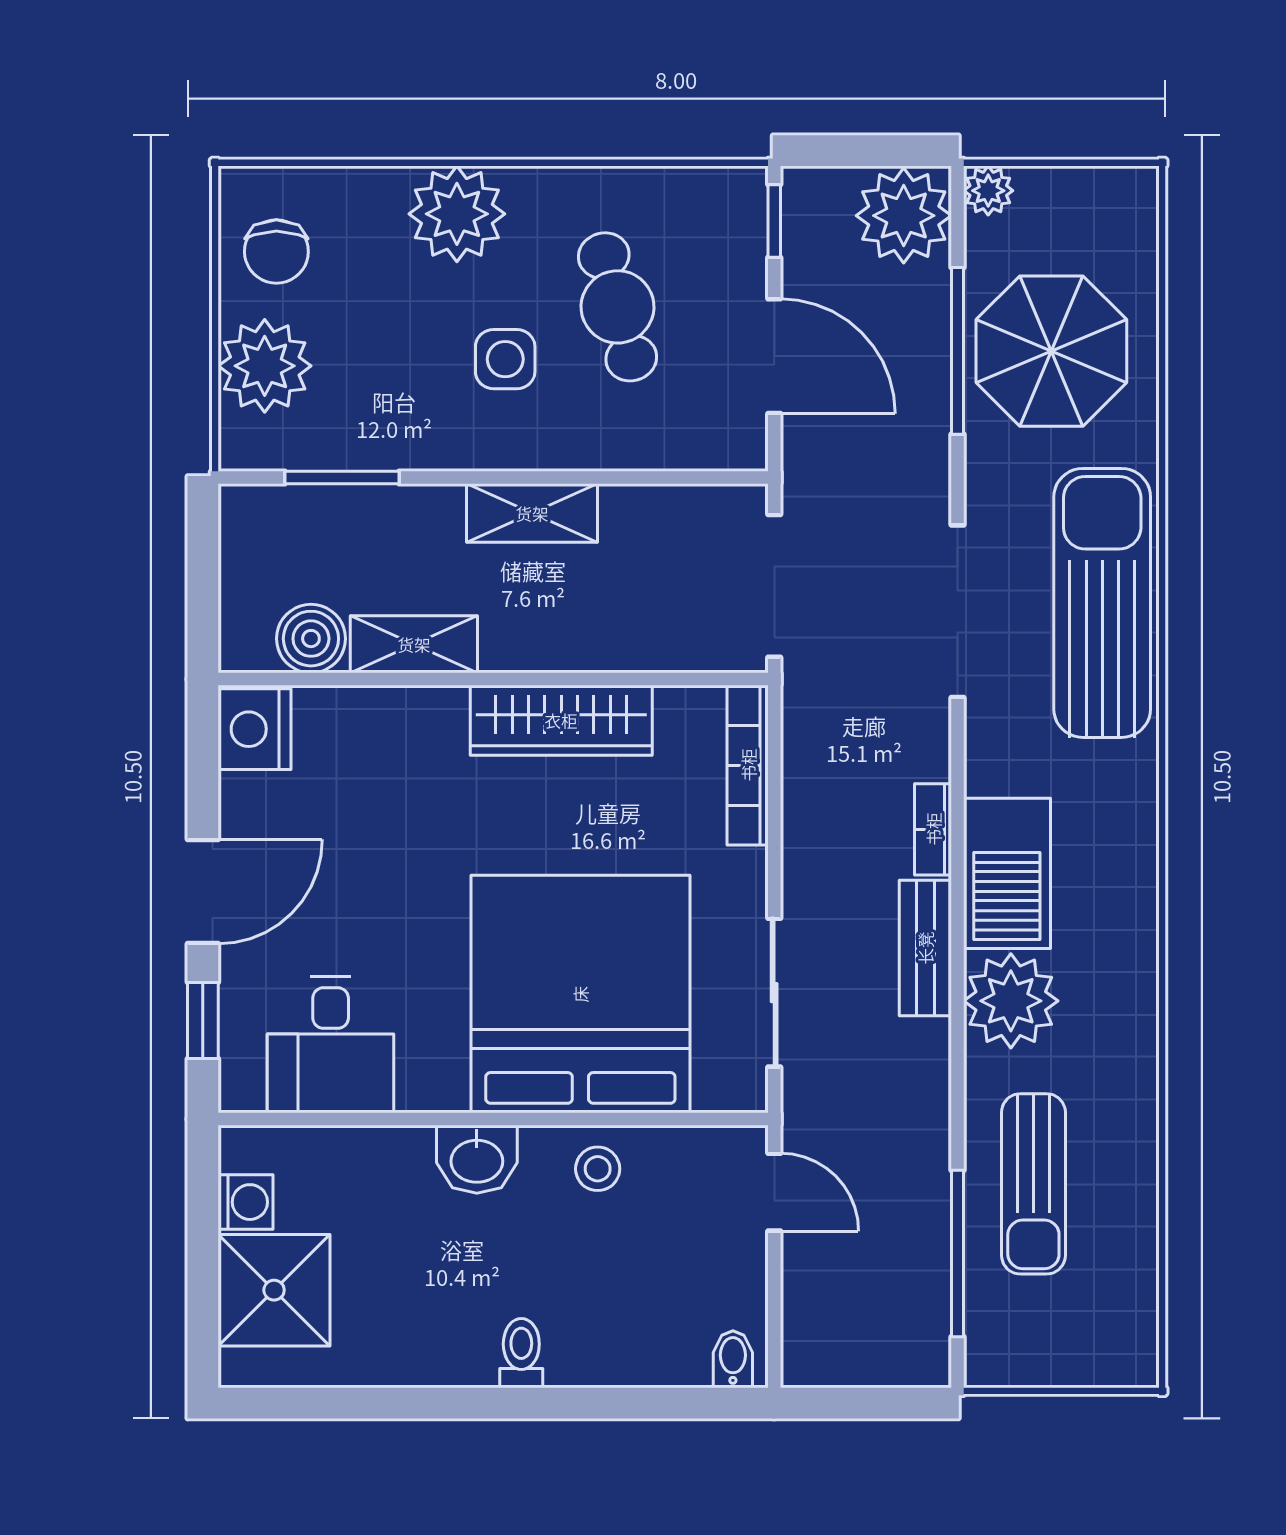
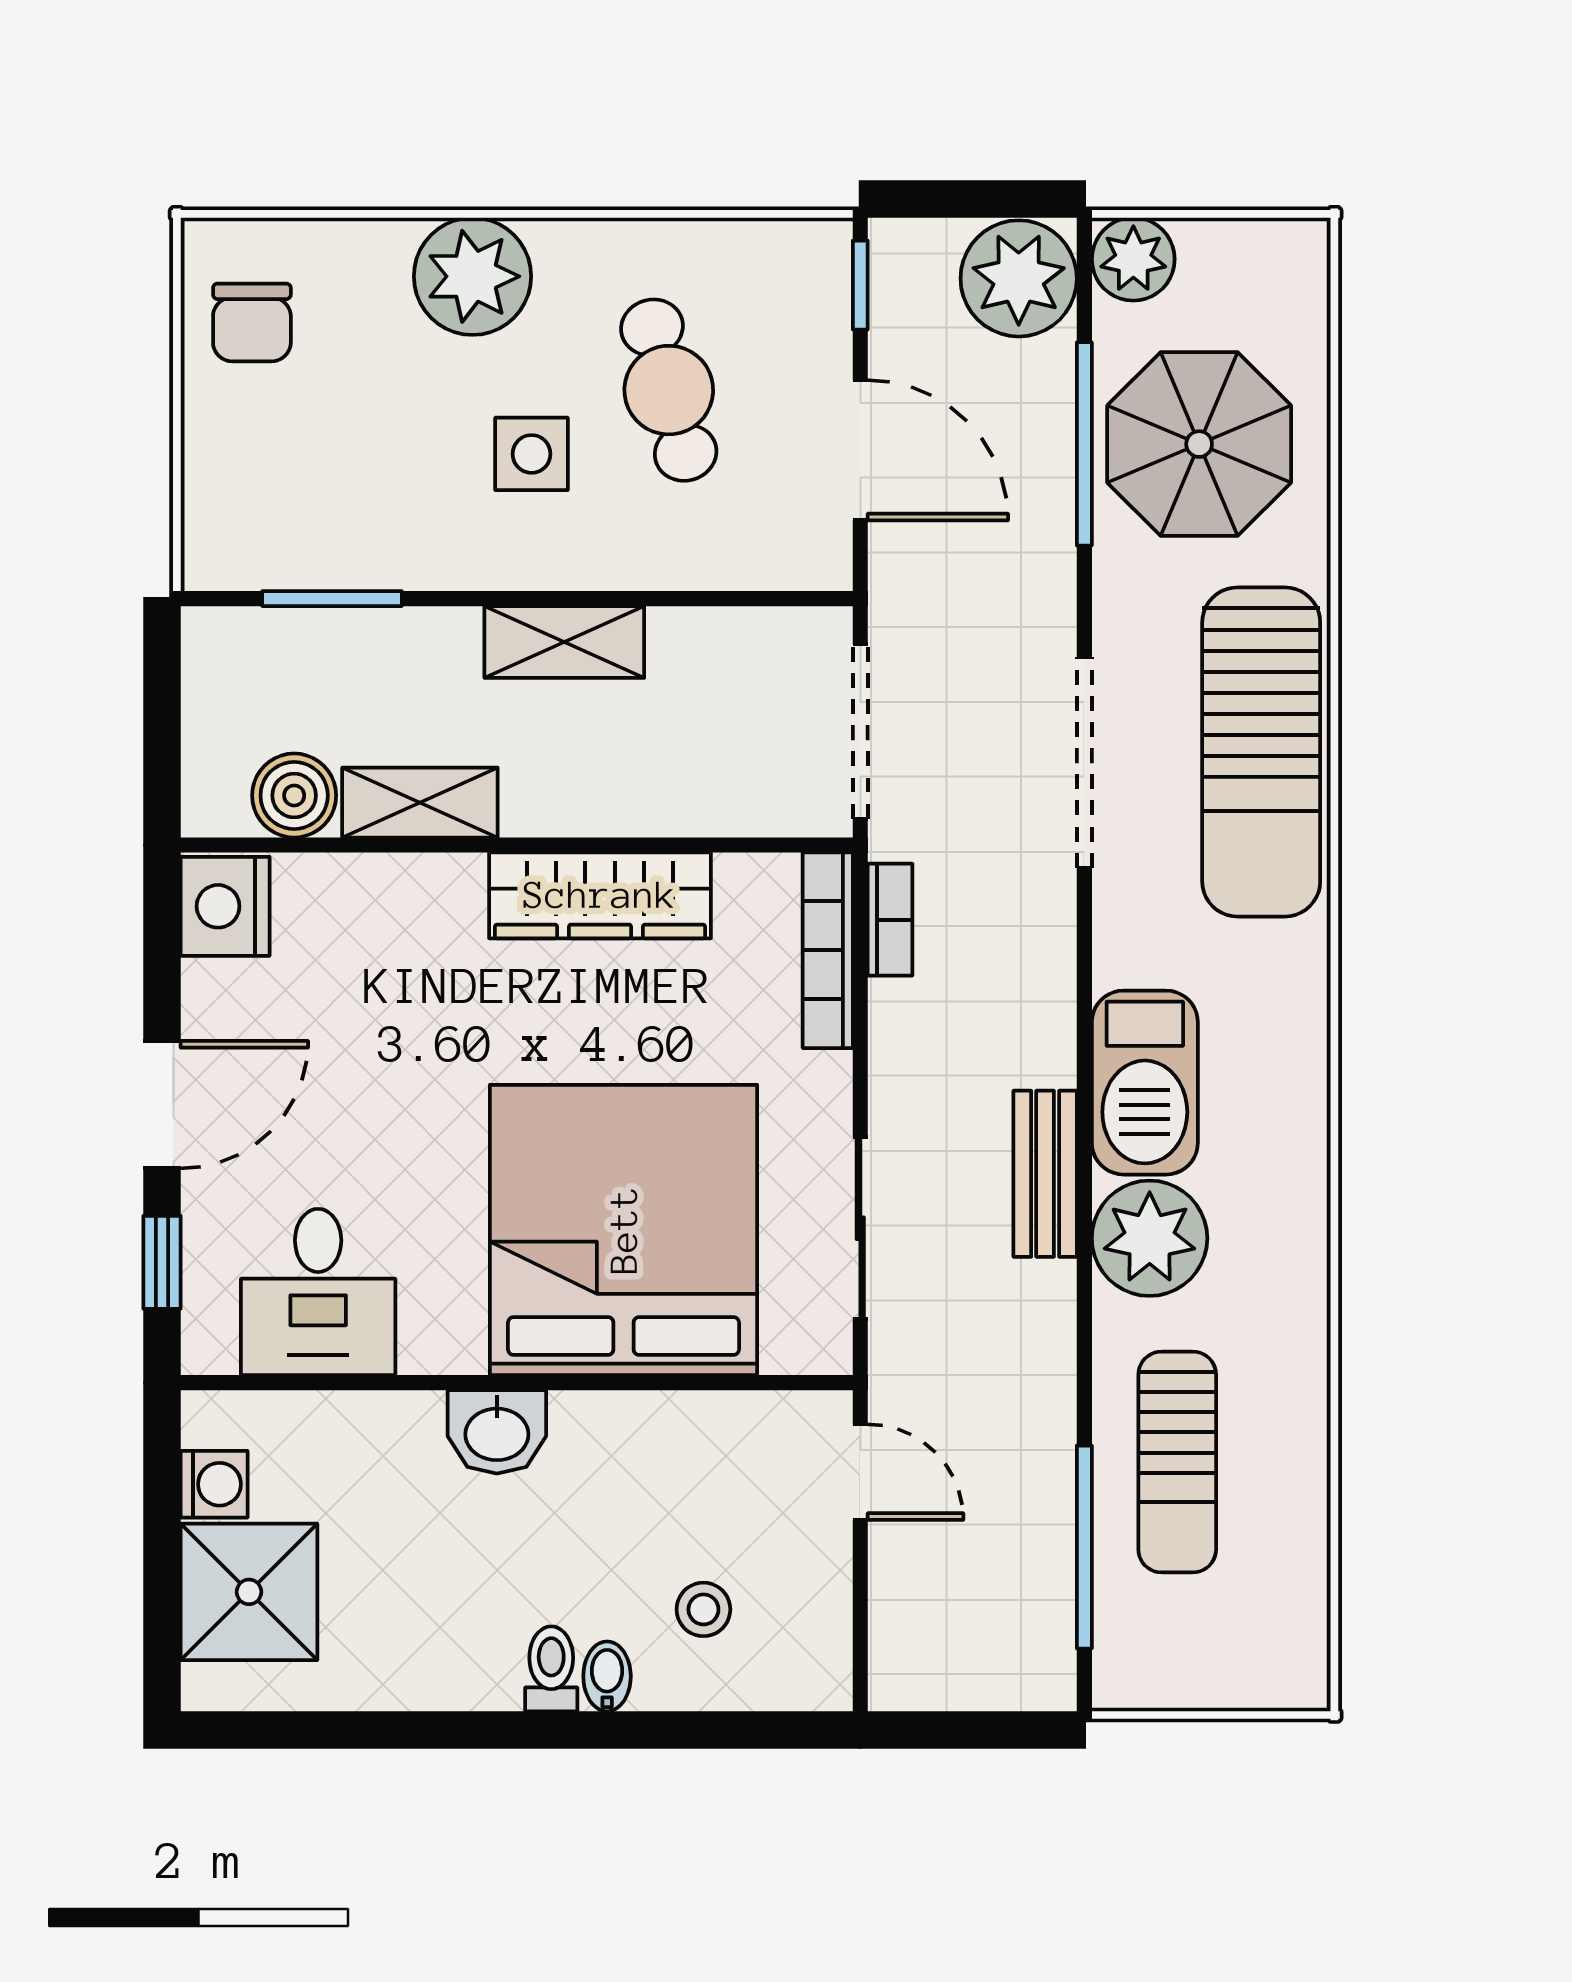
plant: (988, 191) -> (1133, 259), width x1.38, depth x1.38
plant: (265, 366) -> (238, 462), removed
sun lounger: (1102, 603) -> (1261, 752), turned 180
bookcase: (933, 829) -> (890, 920), moved, turned 180
stool: (598, 1169) -> (703, 1609), moved
bidet: (733, 1359) -> (607, 1676), moved

